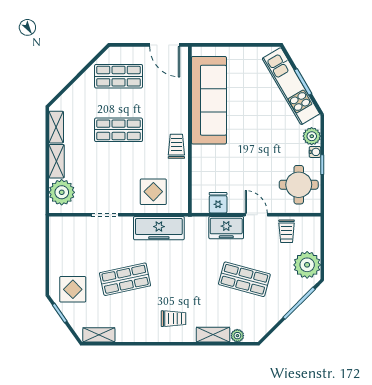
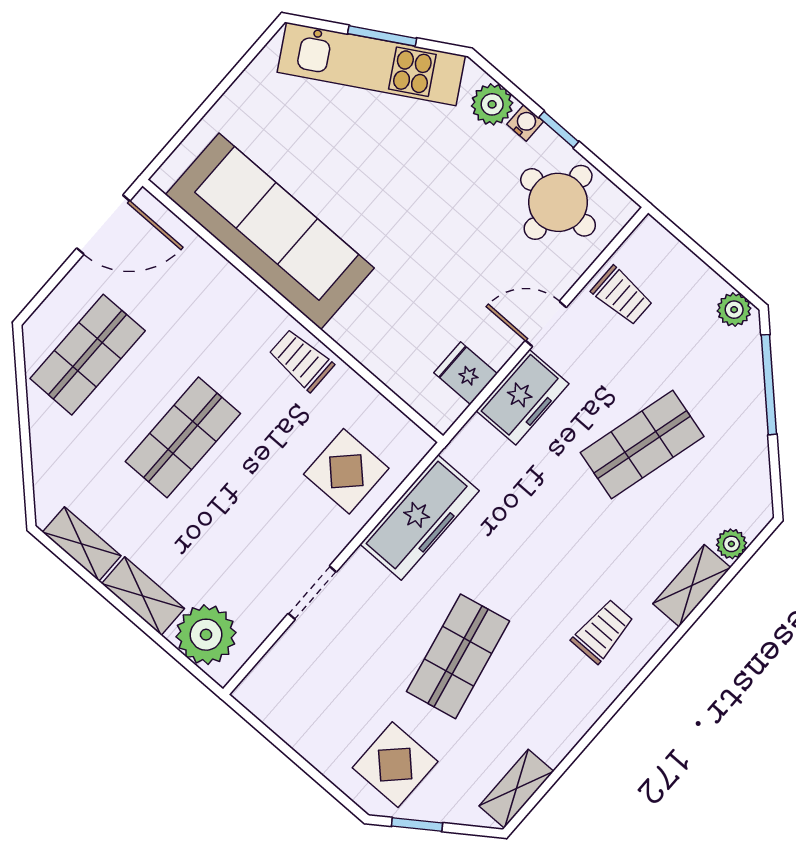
plant: (307, 265) -> (734, 310), width x0.53, depth x0.53

